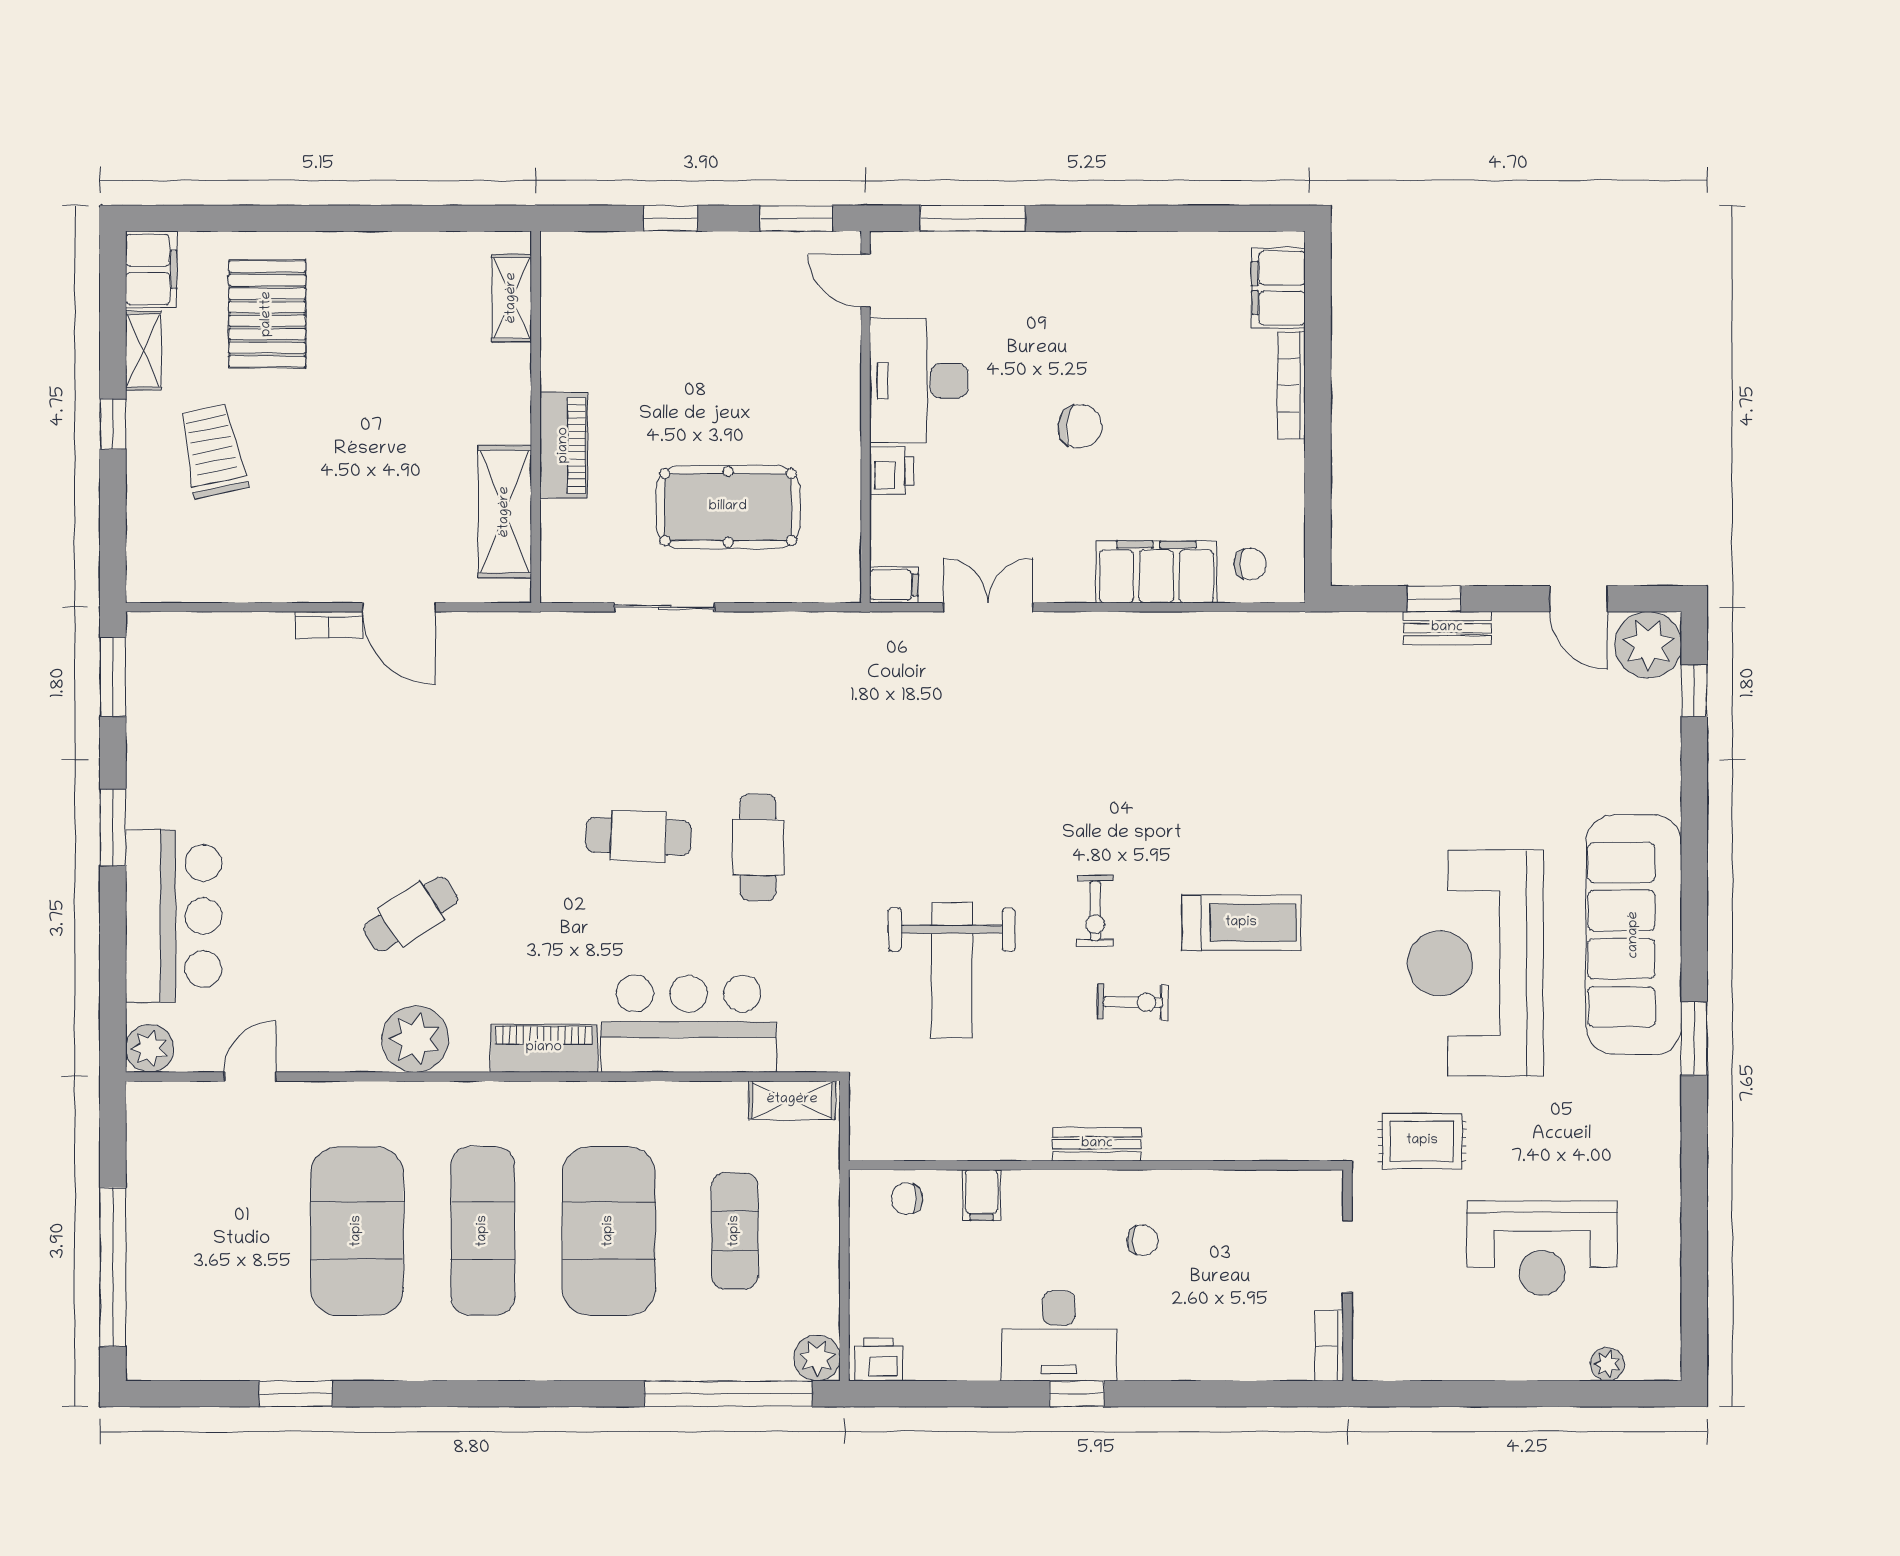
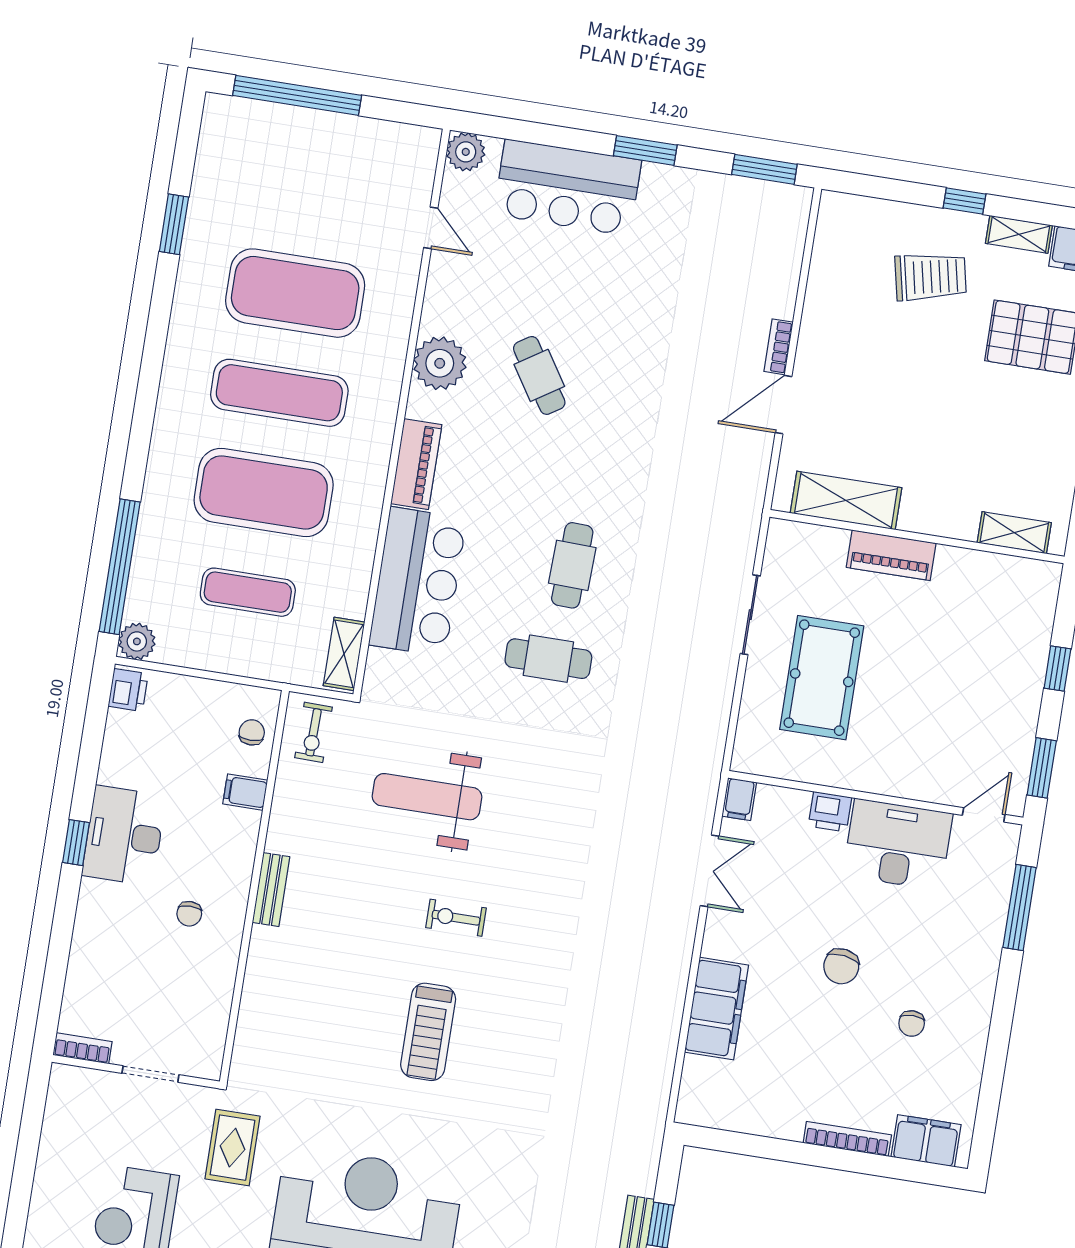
chair: (1250, 564) -> (912, 1023), moved
exercise bike: (1133, 1002) -> (314, 732), moved

